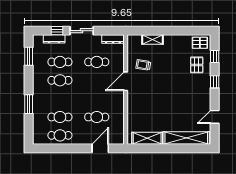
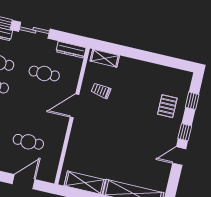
shelving: (153, 39) -> (105, 58), moved
pallet: (200, 43) -> (178, 80), removed
door: (215, 117) -> (179, 156), moved

